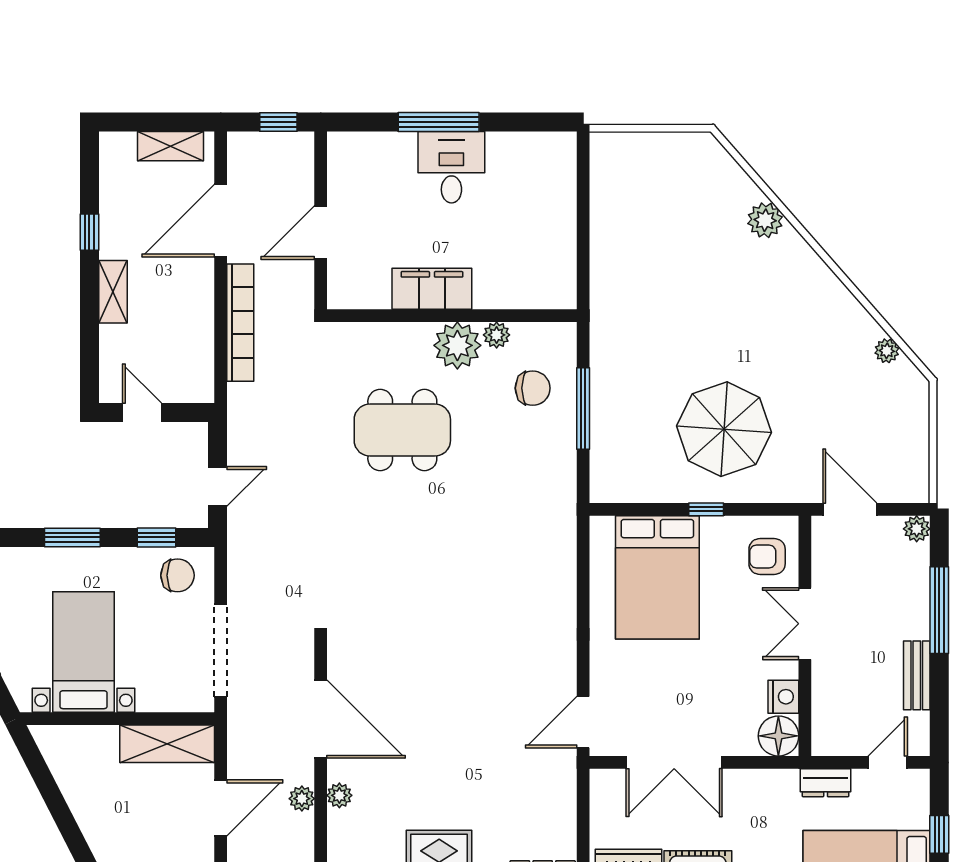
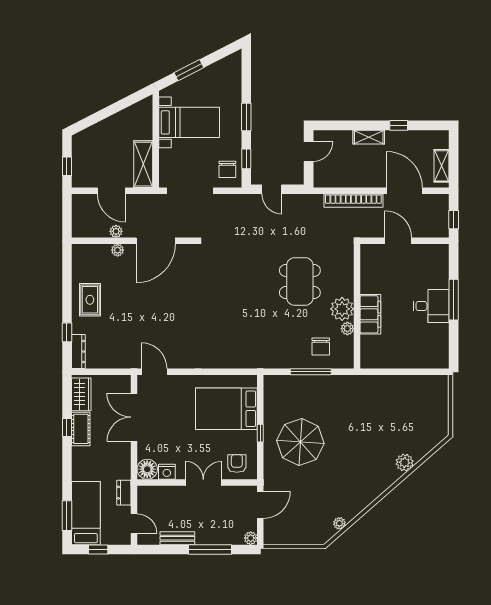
filing cabinet: (432, 289) -> (370, 314), moved

